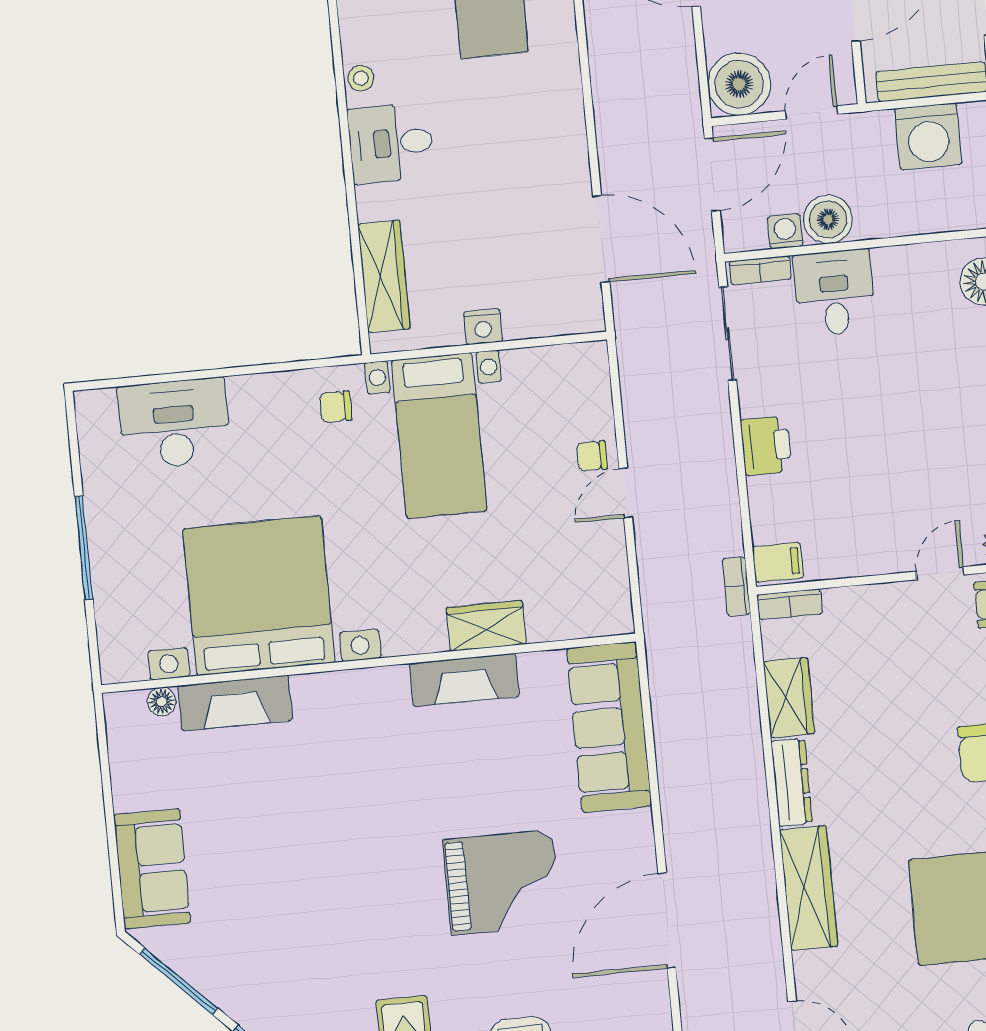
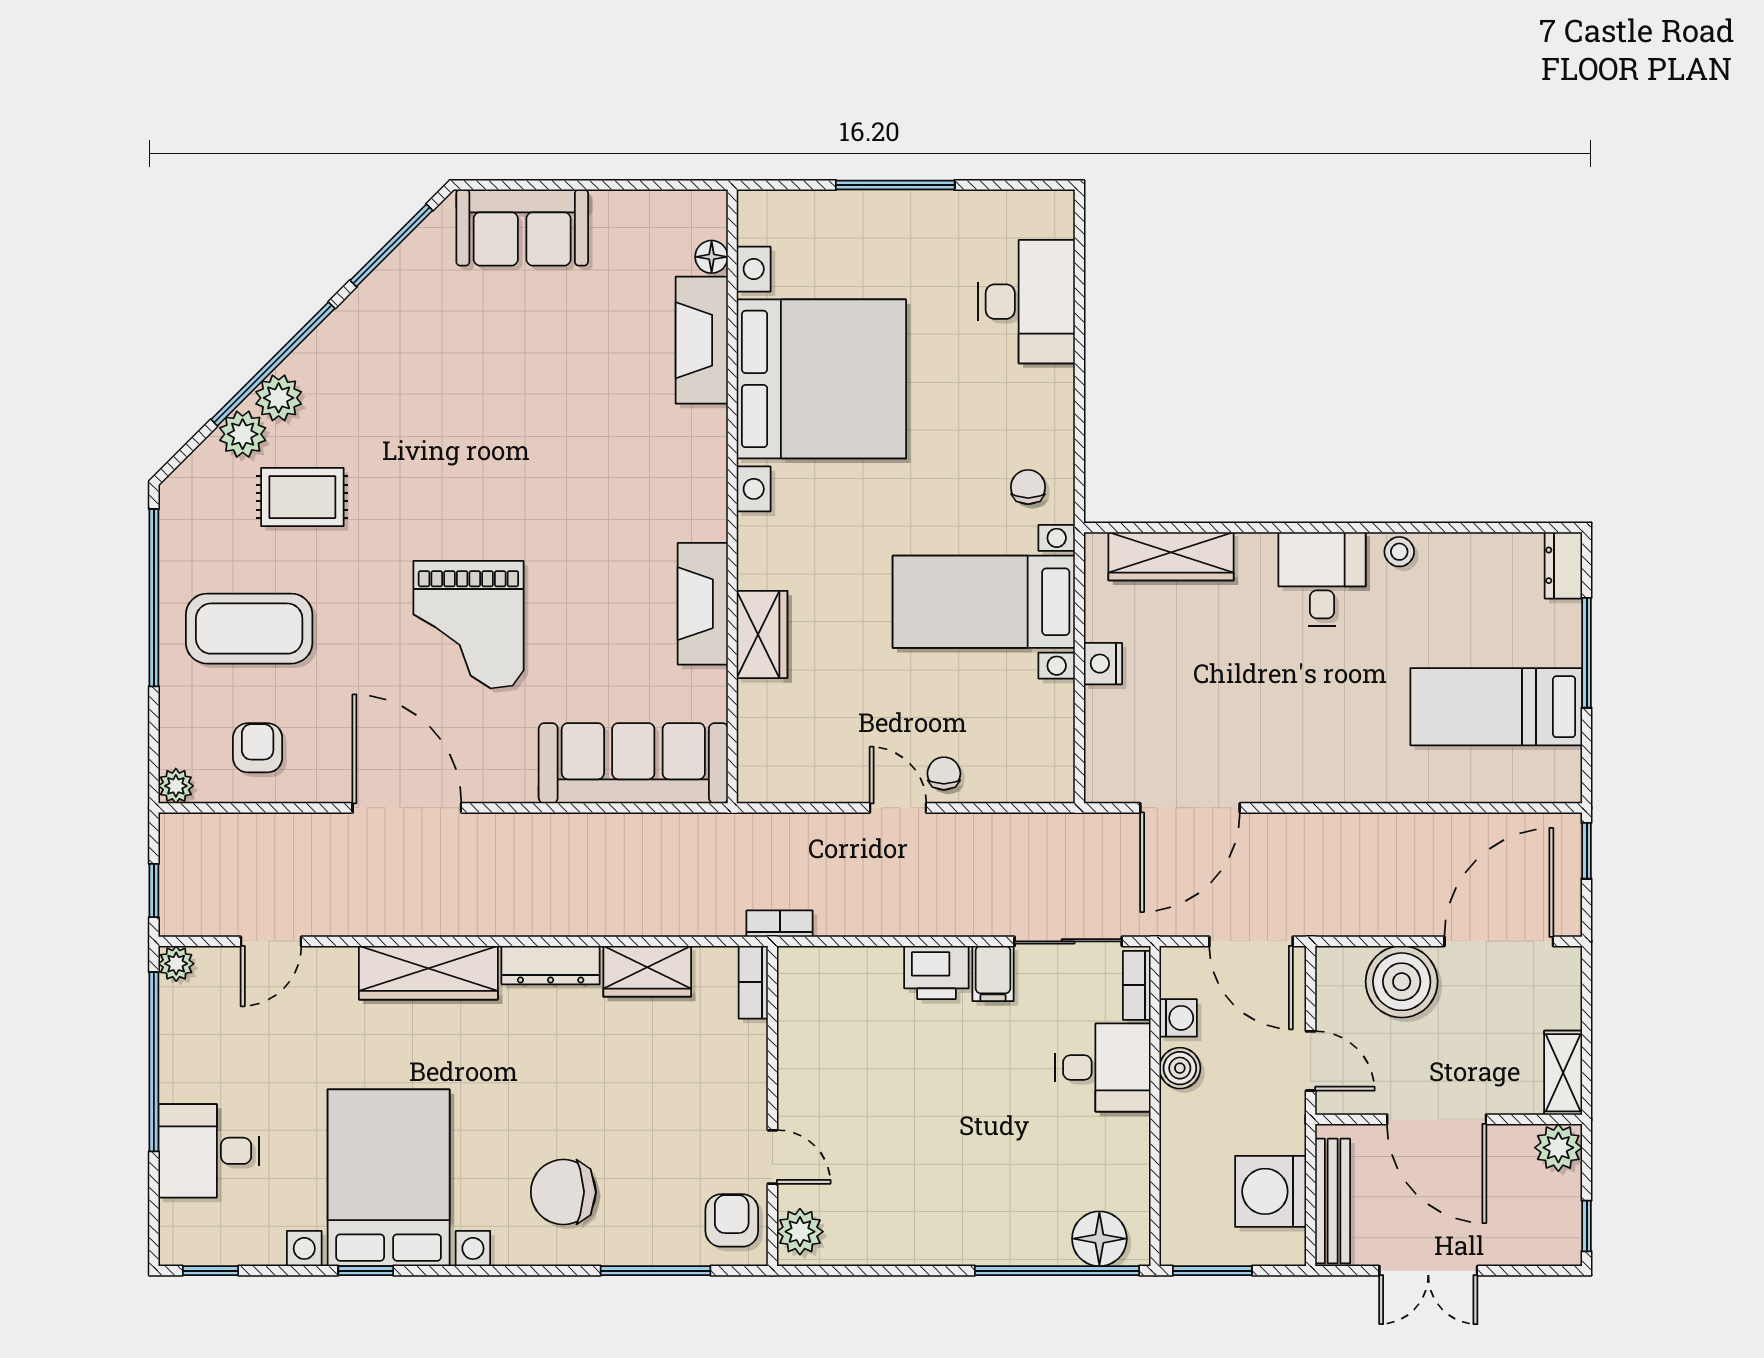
boiler: (739, 84) -> (1402, 982), moved
boiler: (828, 219) -> (1180, 1068), width x0.73, depth x0.73
filing cabinet: (778, 562) -> (993, 973), moved

